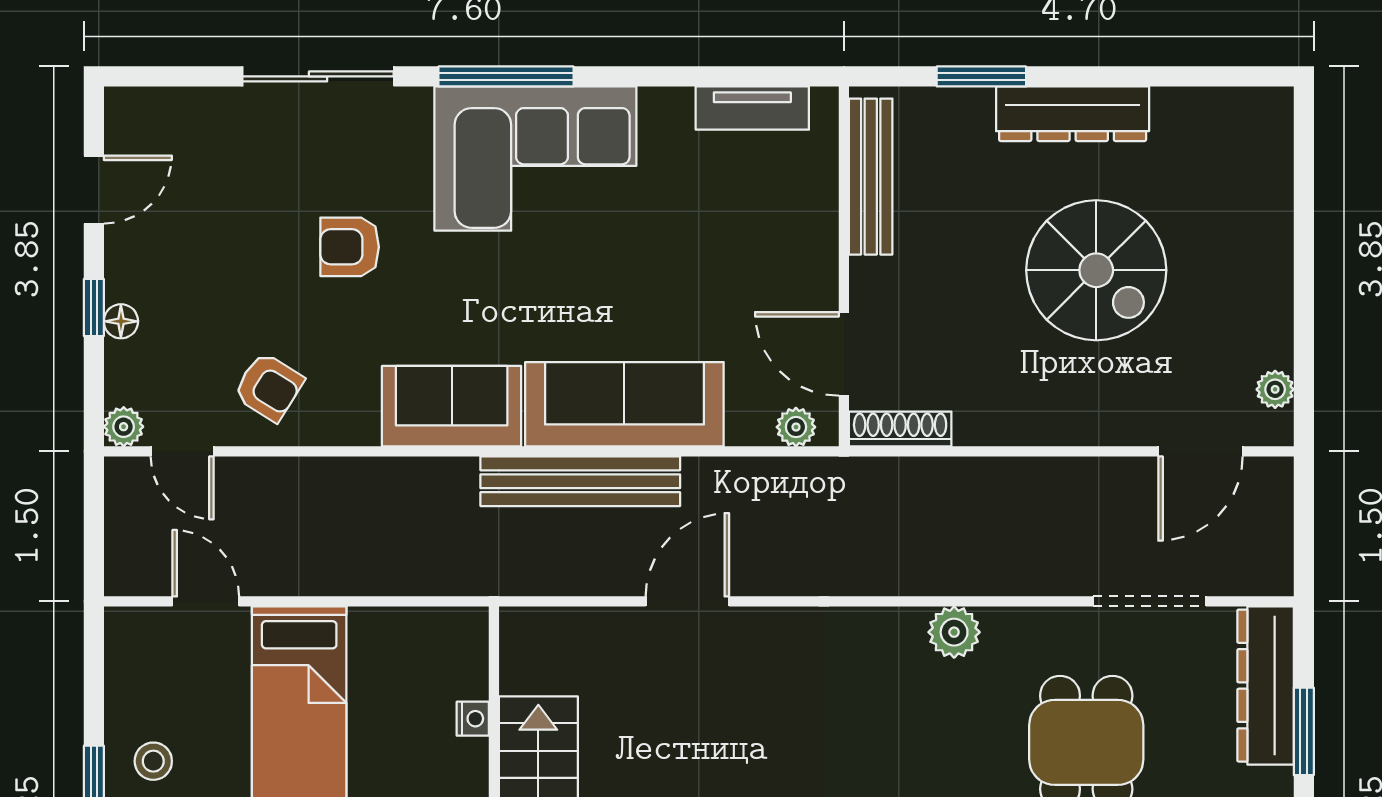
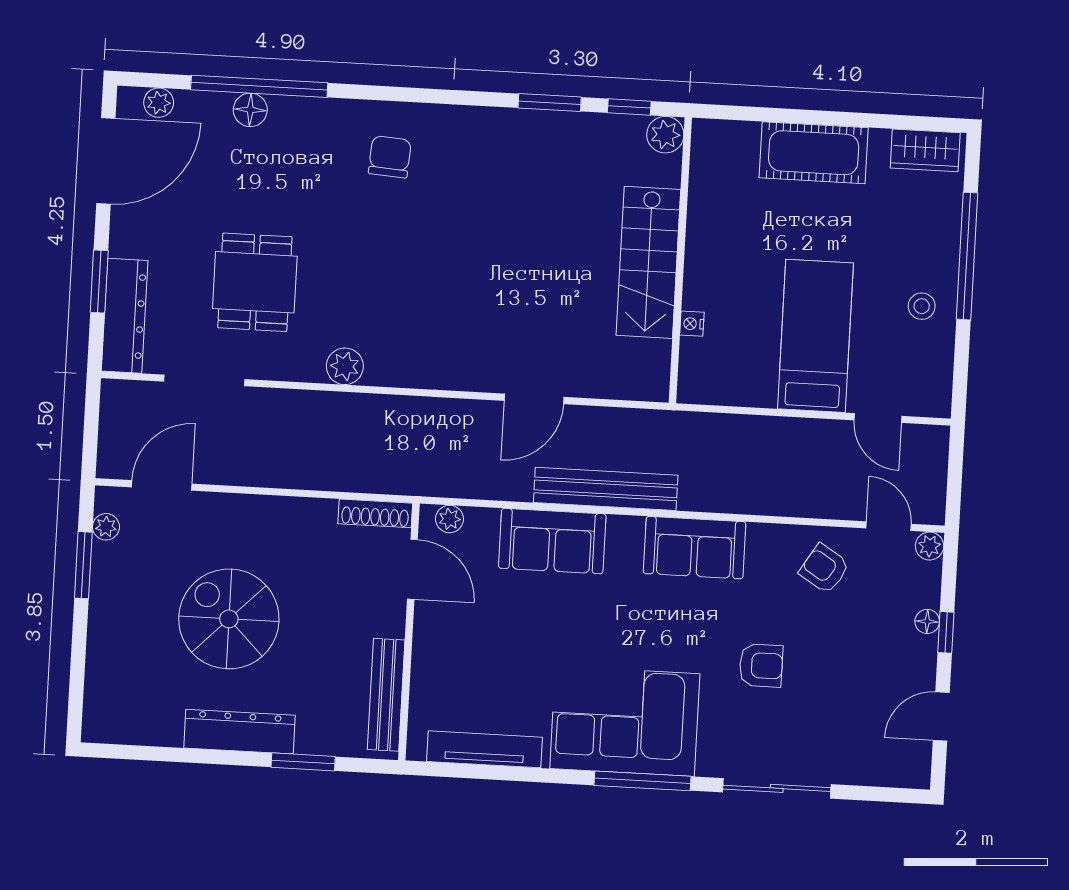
tv unit: (752, 108) -> (484, 749), width x1.41
window: (1304, 334) -> (83, 565), added
sofa: (624, 404) -> (552, 541), width x0.73

